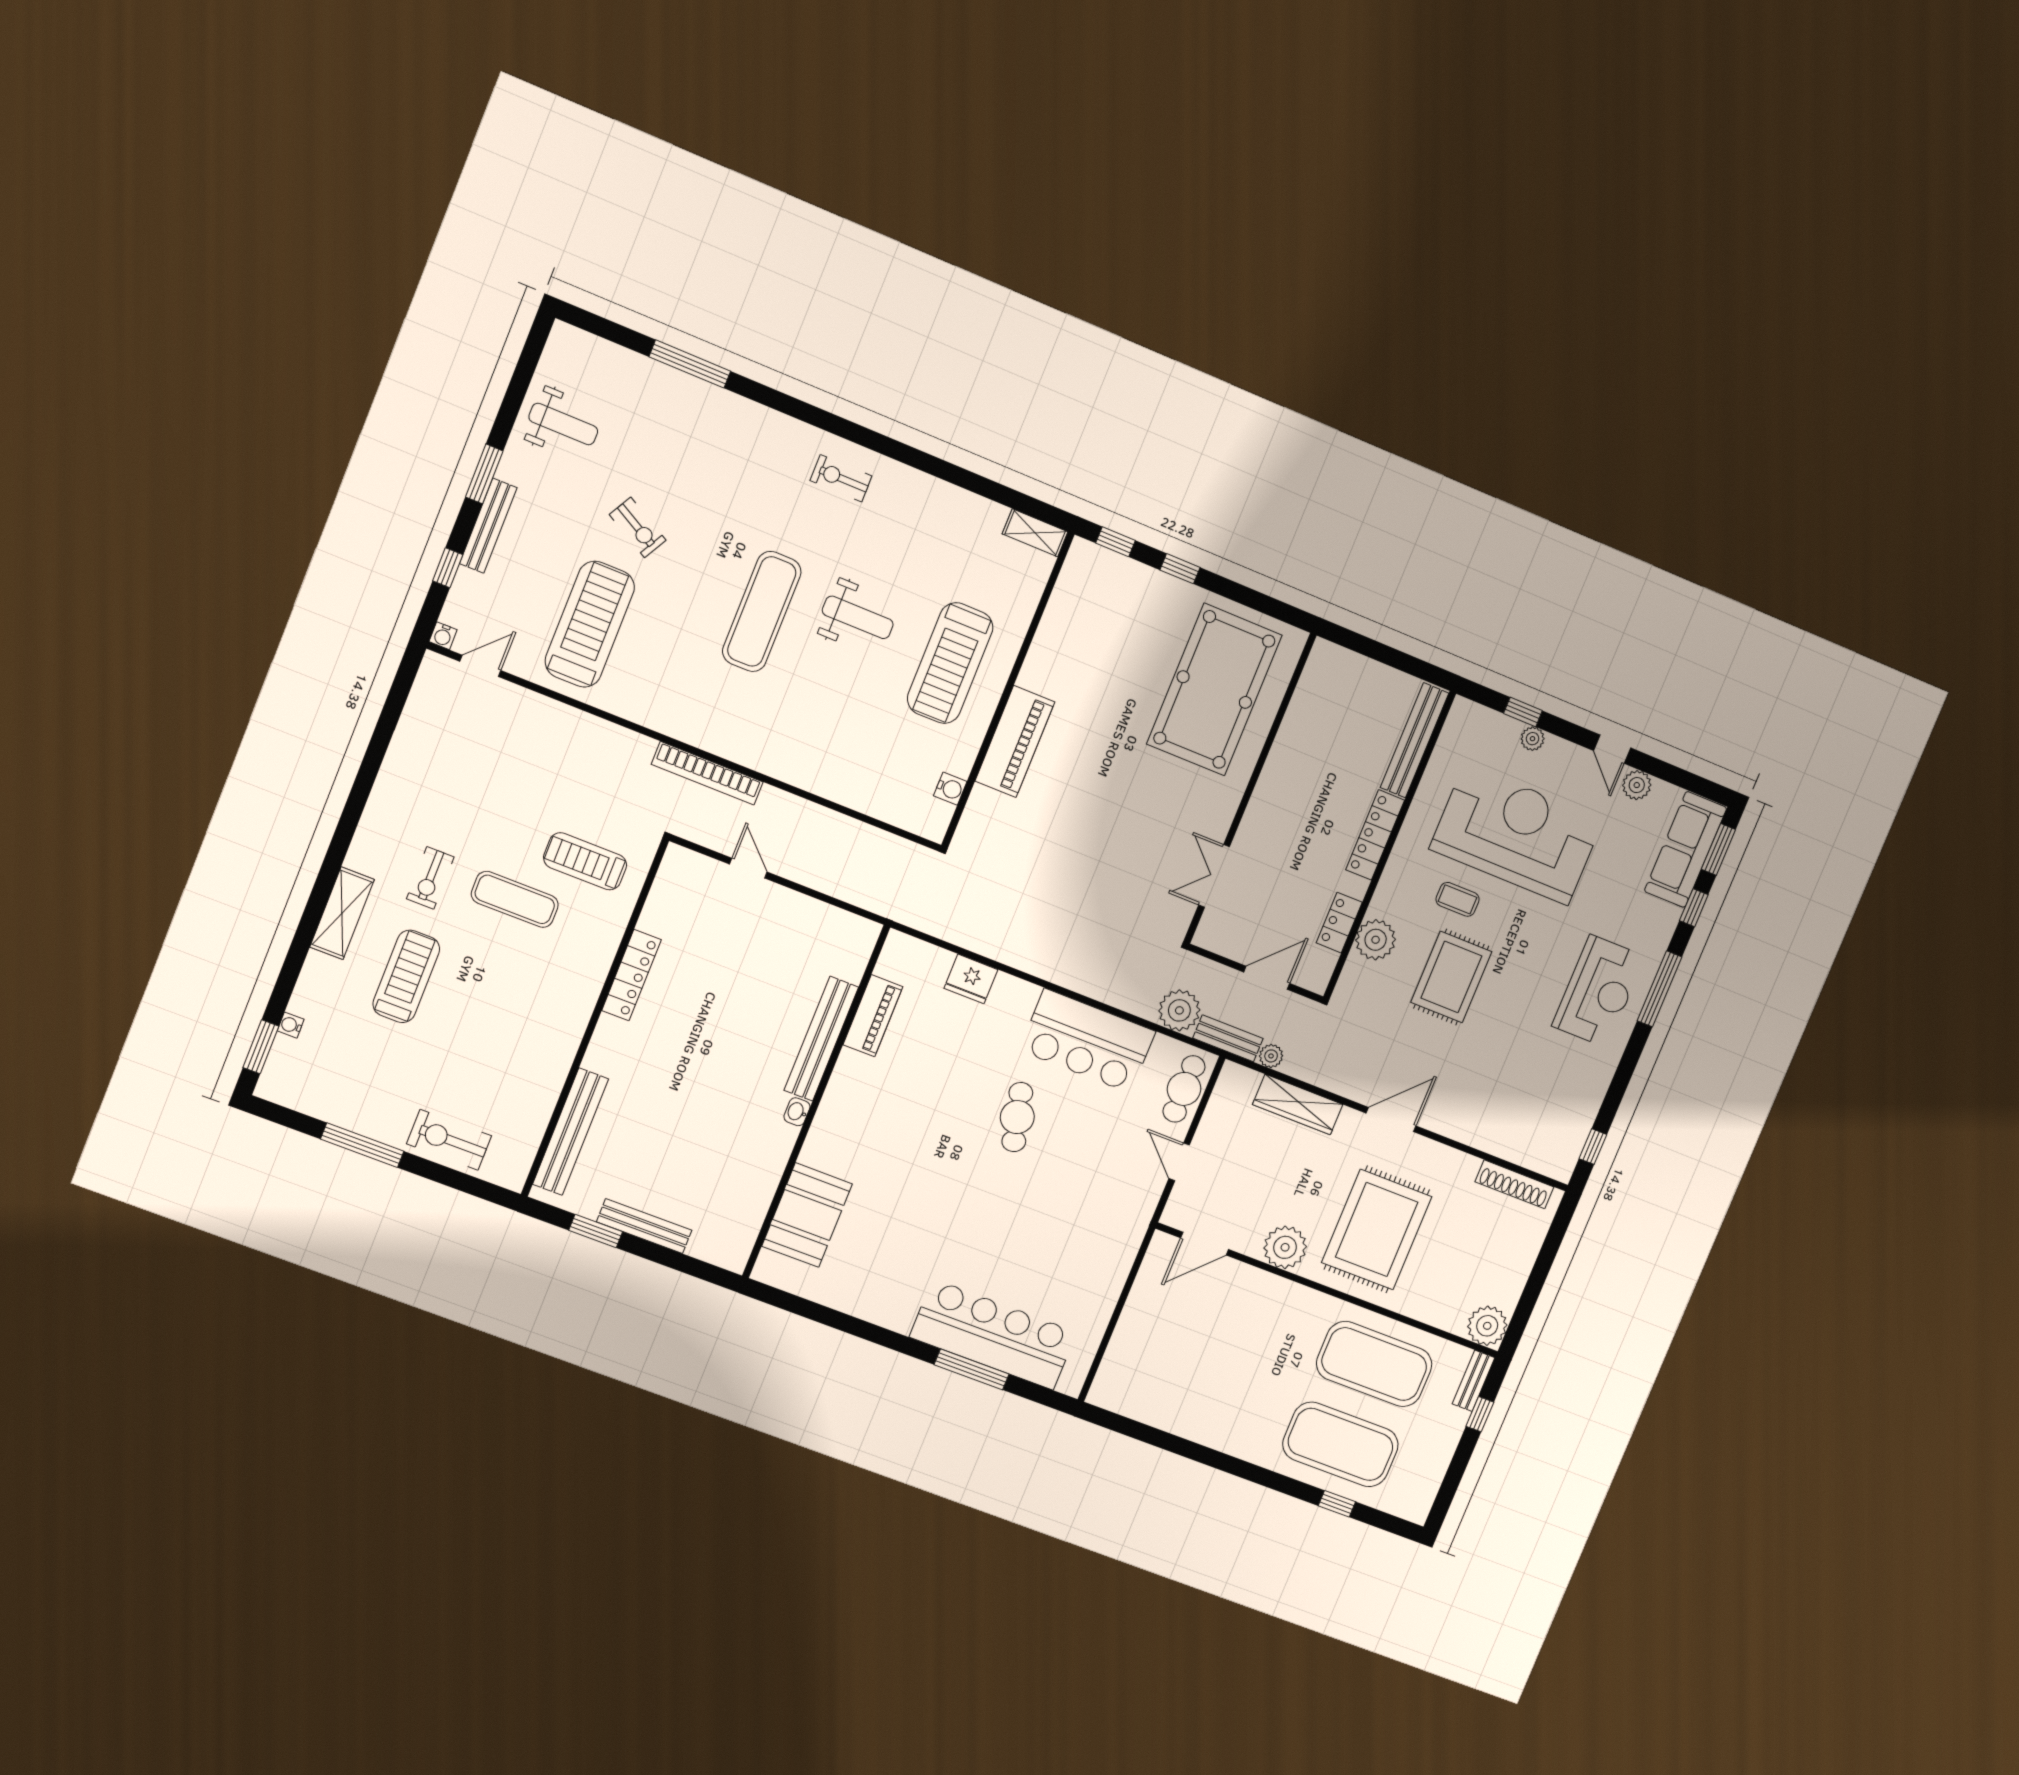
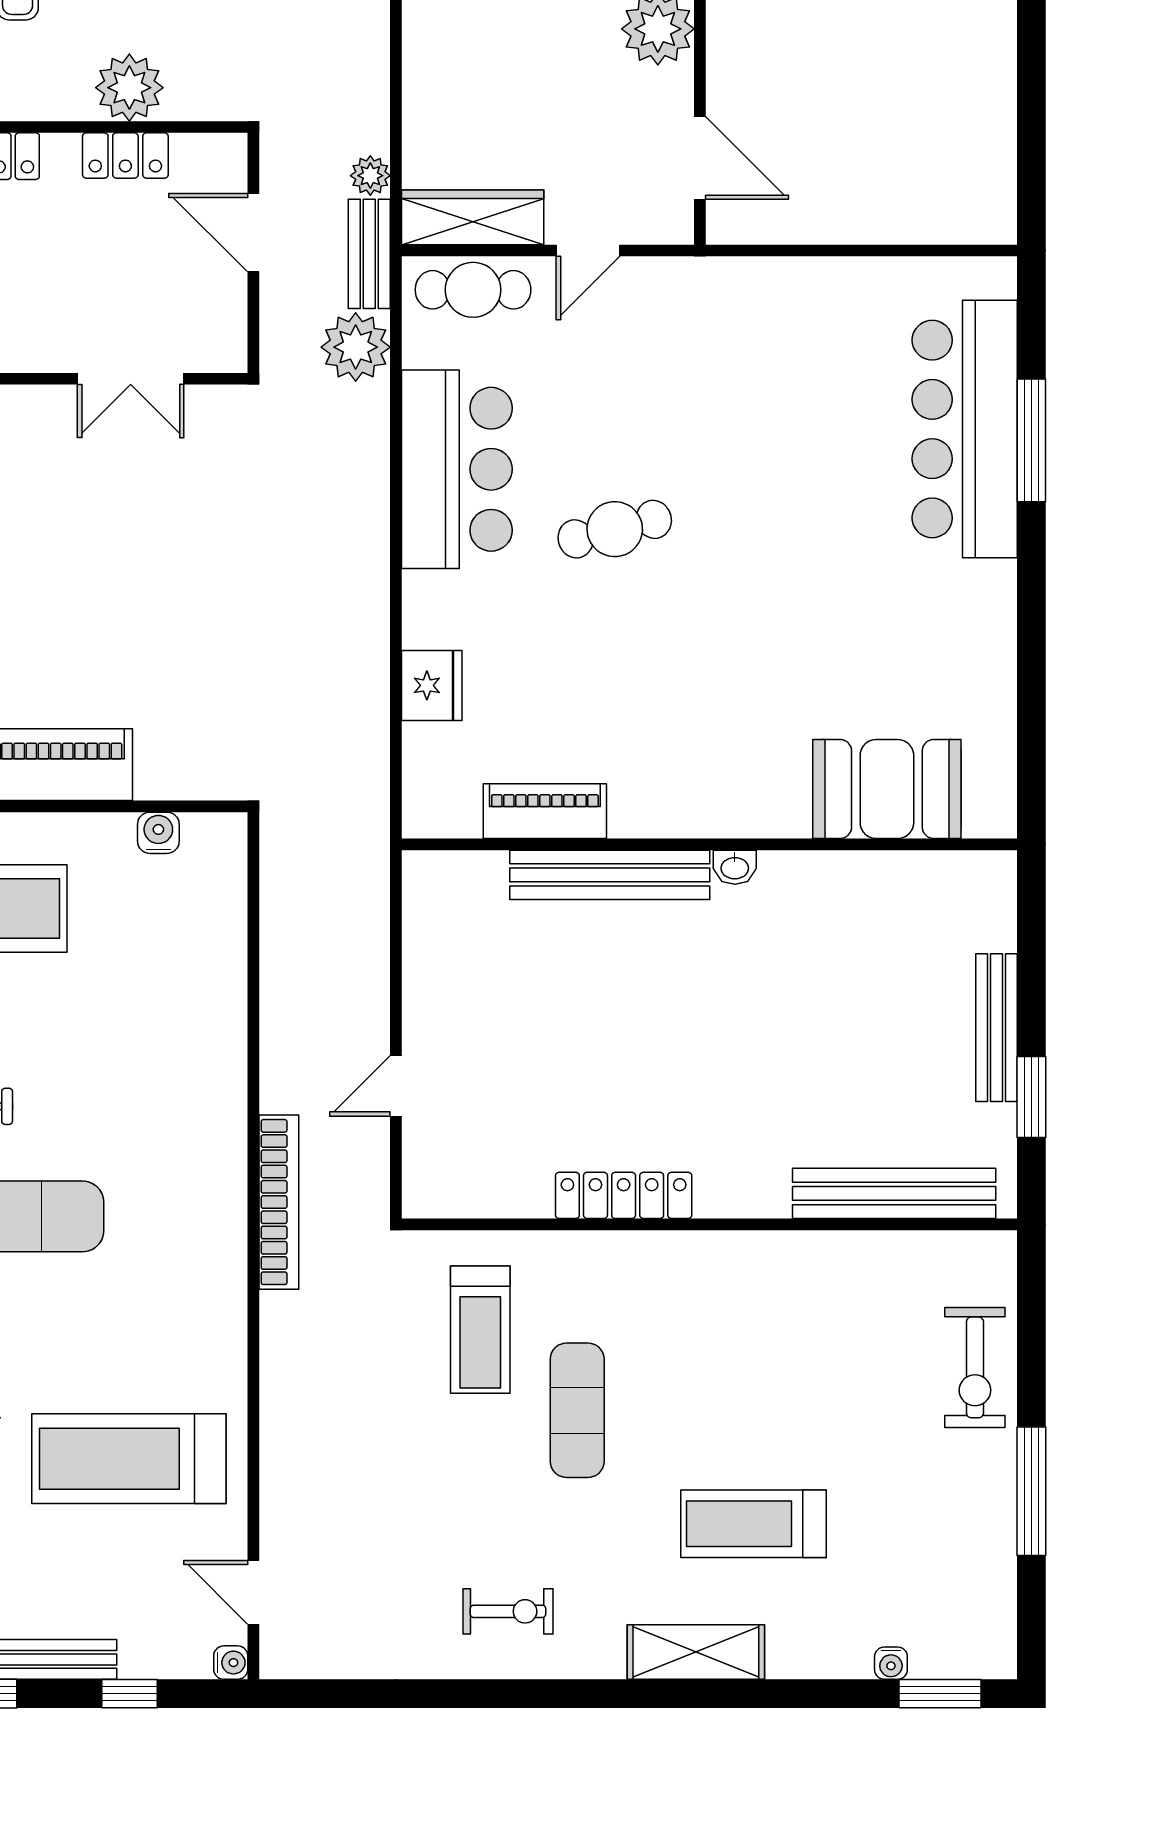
exercise bike: (430, 878) -> (508, 1611), moved
wardrobe: (1298, 1105) -> (473, 217), moved, turned -90

